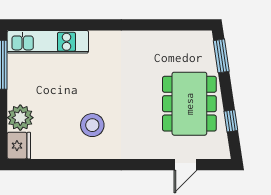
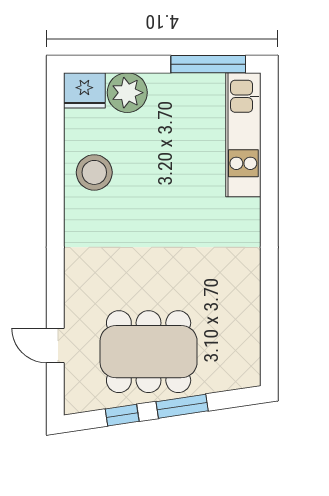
window: (221, 56) -> (182, 406), moved
stool: (92, 125) -> (94, 172), moved

